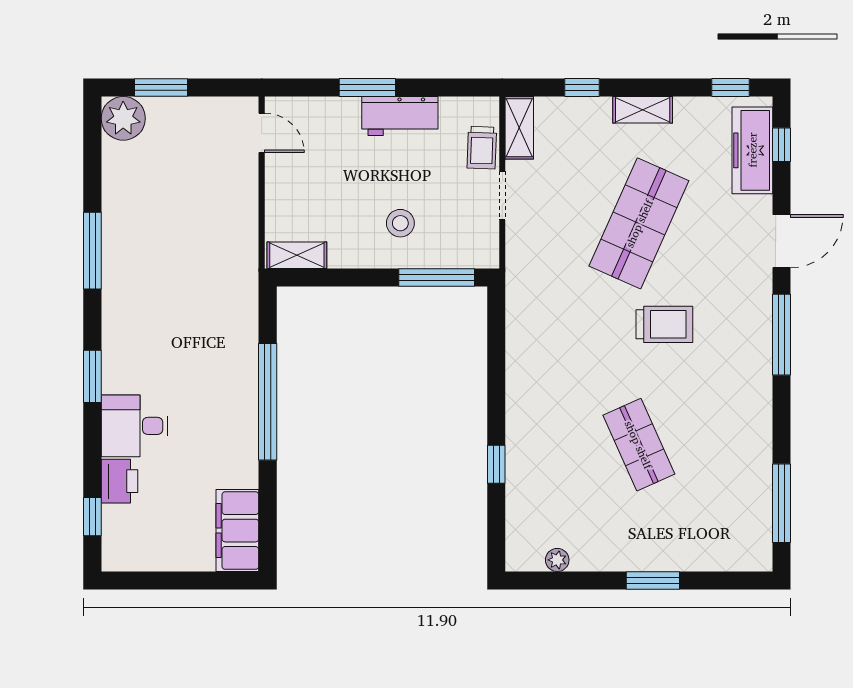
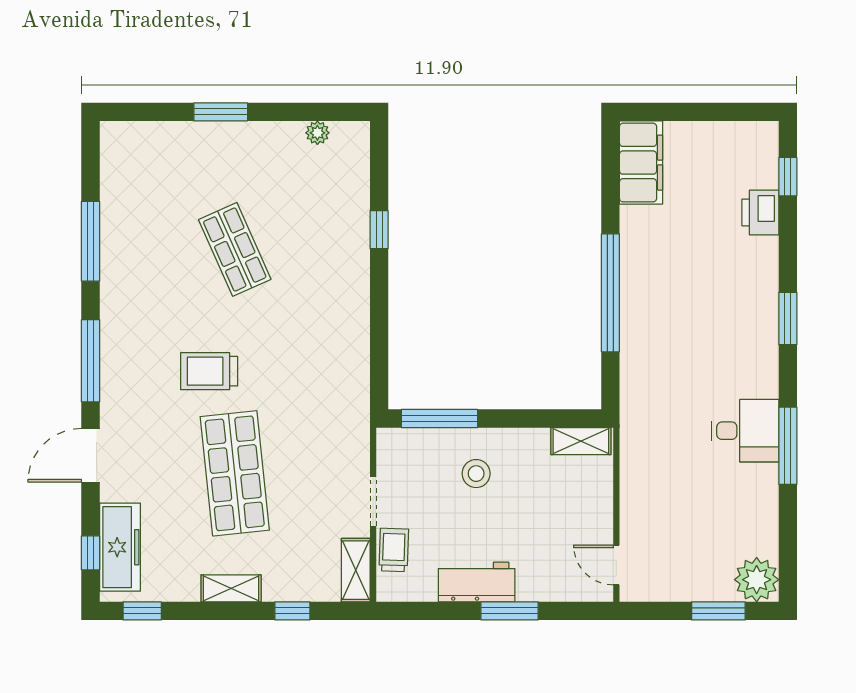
shop shelf: (639, 223) -> (235, 473), turned -30
desk: (135, 426) -> (745, 431), moved
window: (781, 503) -> (91, 241), moved

